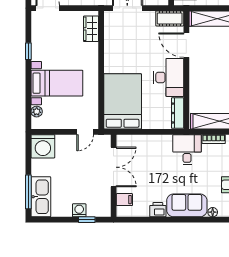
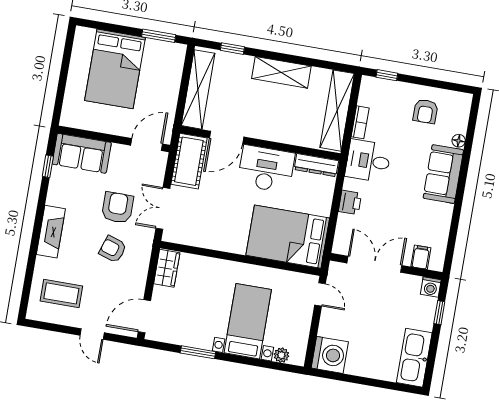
cot: (170, 18) -> (189, 161), width x1.37, depth x1.34
wardrobe: (91, 29) -> (167, 268), moved, turned -90
window: (28, 51) -> (198, 352), width x1.50
window: (28, 192) -> (388, 385), removed
kitchen sink: (41, 197) -> (414, 358), moved, turned -90
washing machine: (79, 210) -> (431, 287), moved, turned -90
printer: (158, 210) -> (350, 202), moved, turned 180

